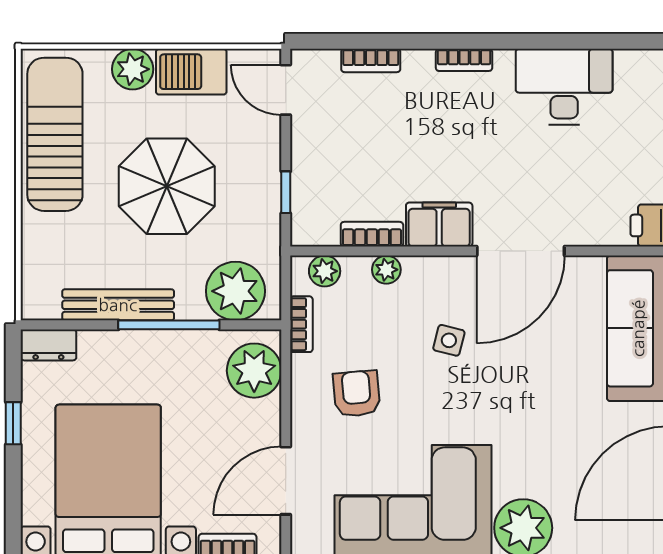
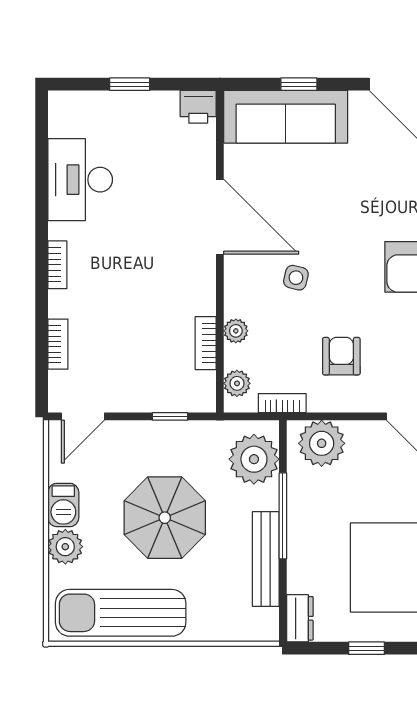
barbecue: (191, 72) -> (63, 505), width x0.73, depth x0.79
filing cabinet: (439, 225) -> (197, 286), removed
armchair: (357, 394) -> (341, 356), turned 95

